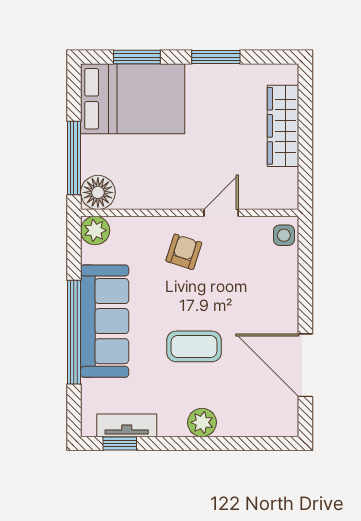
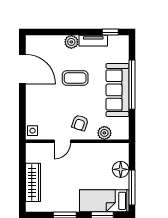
bed: (133, 99) -> (104, 201), width x0.67
window: (74, 158) -> (132, 188), moved
floor lamp: (98, 192) -> (121, 169), moved
plant: (95, 230) -> (104, 133), moved
tv unit: (127, 425) -> (93, 41), moved

